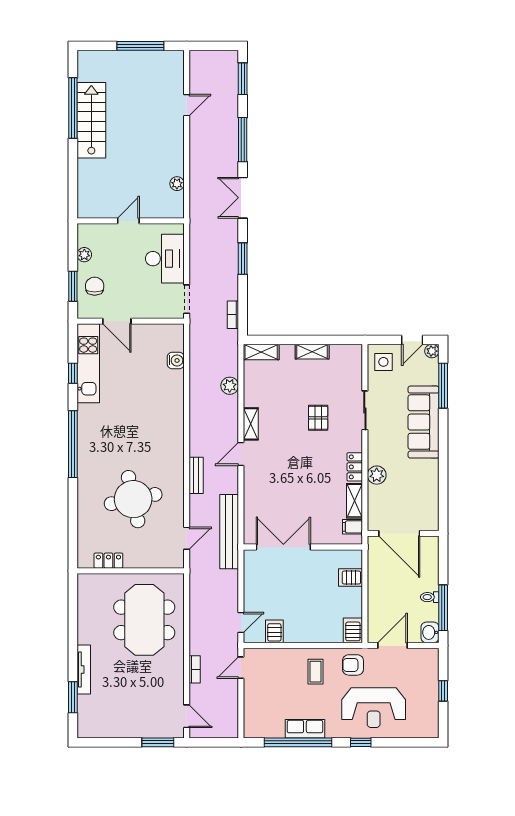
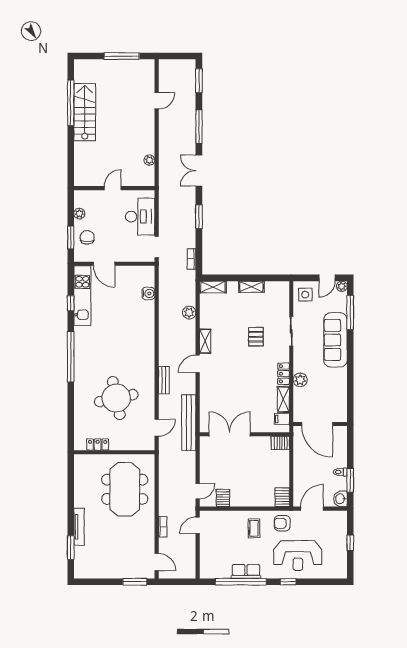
server rack: (350, 578) -> (280, 443), moved
window: (443, 608) -> (350, 480), width x0.69

